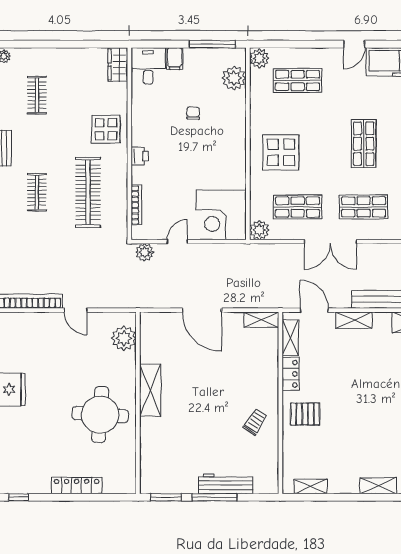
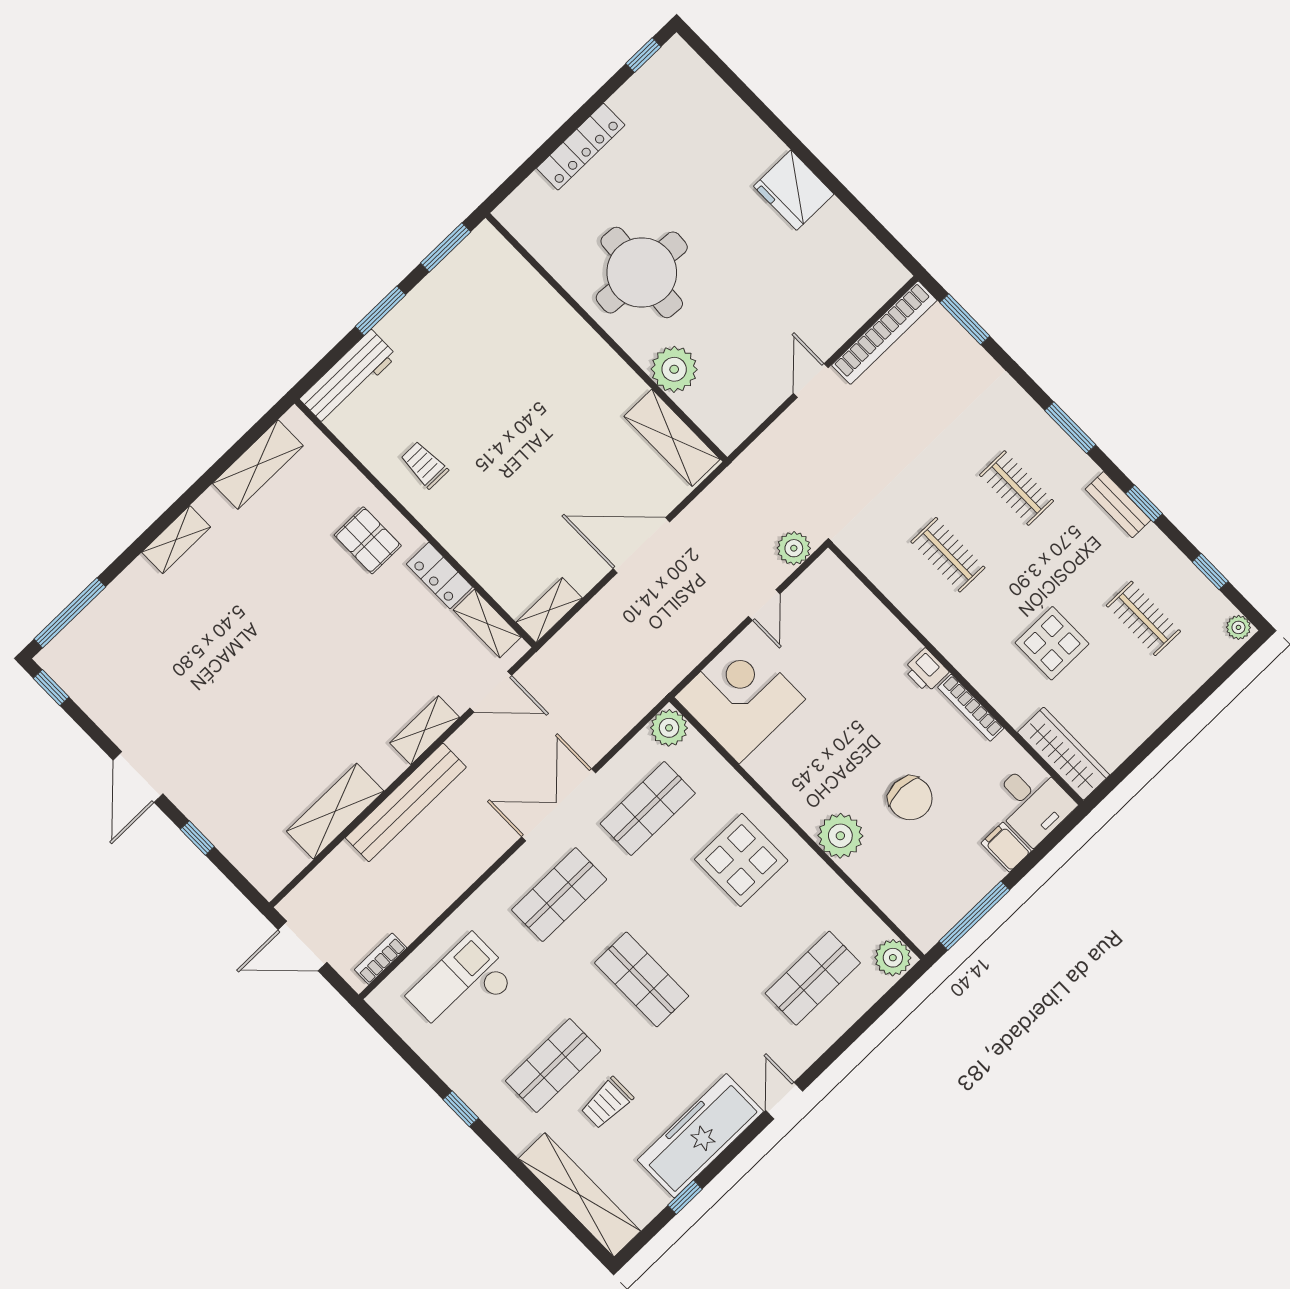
wardrobe: (118, 65) -> (1064, 754), width x1.50
plant: (234, 78) -> (840, 836), moved
chair: (193, 113) -> (910, 798), width x1.87, depth x1.87
display table: (106, 129) -> (1052, 643), moved
clothes rail: (88, 192) -> (948, 555), width x0.54, depth x0.76
bookcase: (136, 205) -> (971, 708), moved
door: (76, 310) -> (811, 380), hinge flipped
plant: (124, 338) -> (674, 369), moved
shelving: (150, 390) -> (672, 438), moved
pallet: (305, 414) -> (368, 540), turned 90
trolley: (255, 422) -> (424, 465), turned 147
workbench: (226, 484) -> (348, 377), moved
shelving: (311, 486) -> (258, 465), width x1.50, depth x1.33
window: (215, 497) -> (381, 311), width x0.69

